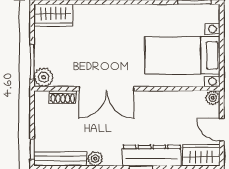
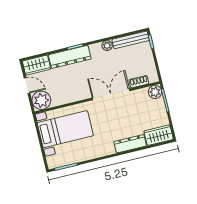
dresser: (96, 13) -> (130, 144), added
plant: (213, 98) -> (41, 100), width x1.87, depth x1.87

